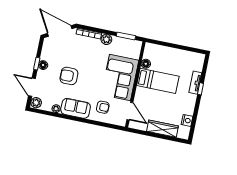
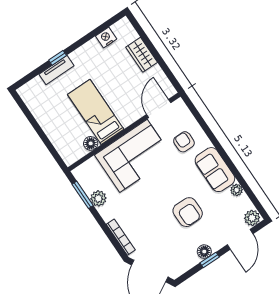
plant: (106, 39) -> (98, 198), moved
wardrobe: (162, 129) -> (142, 55), width x0.67

